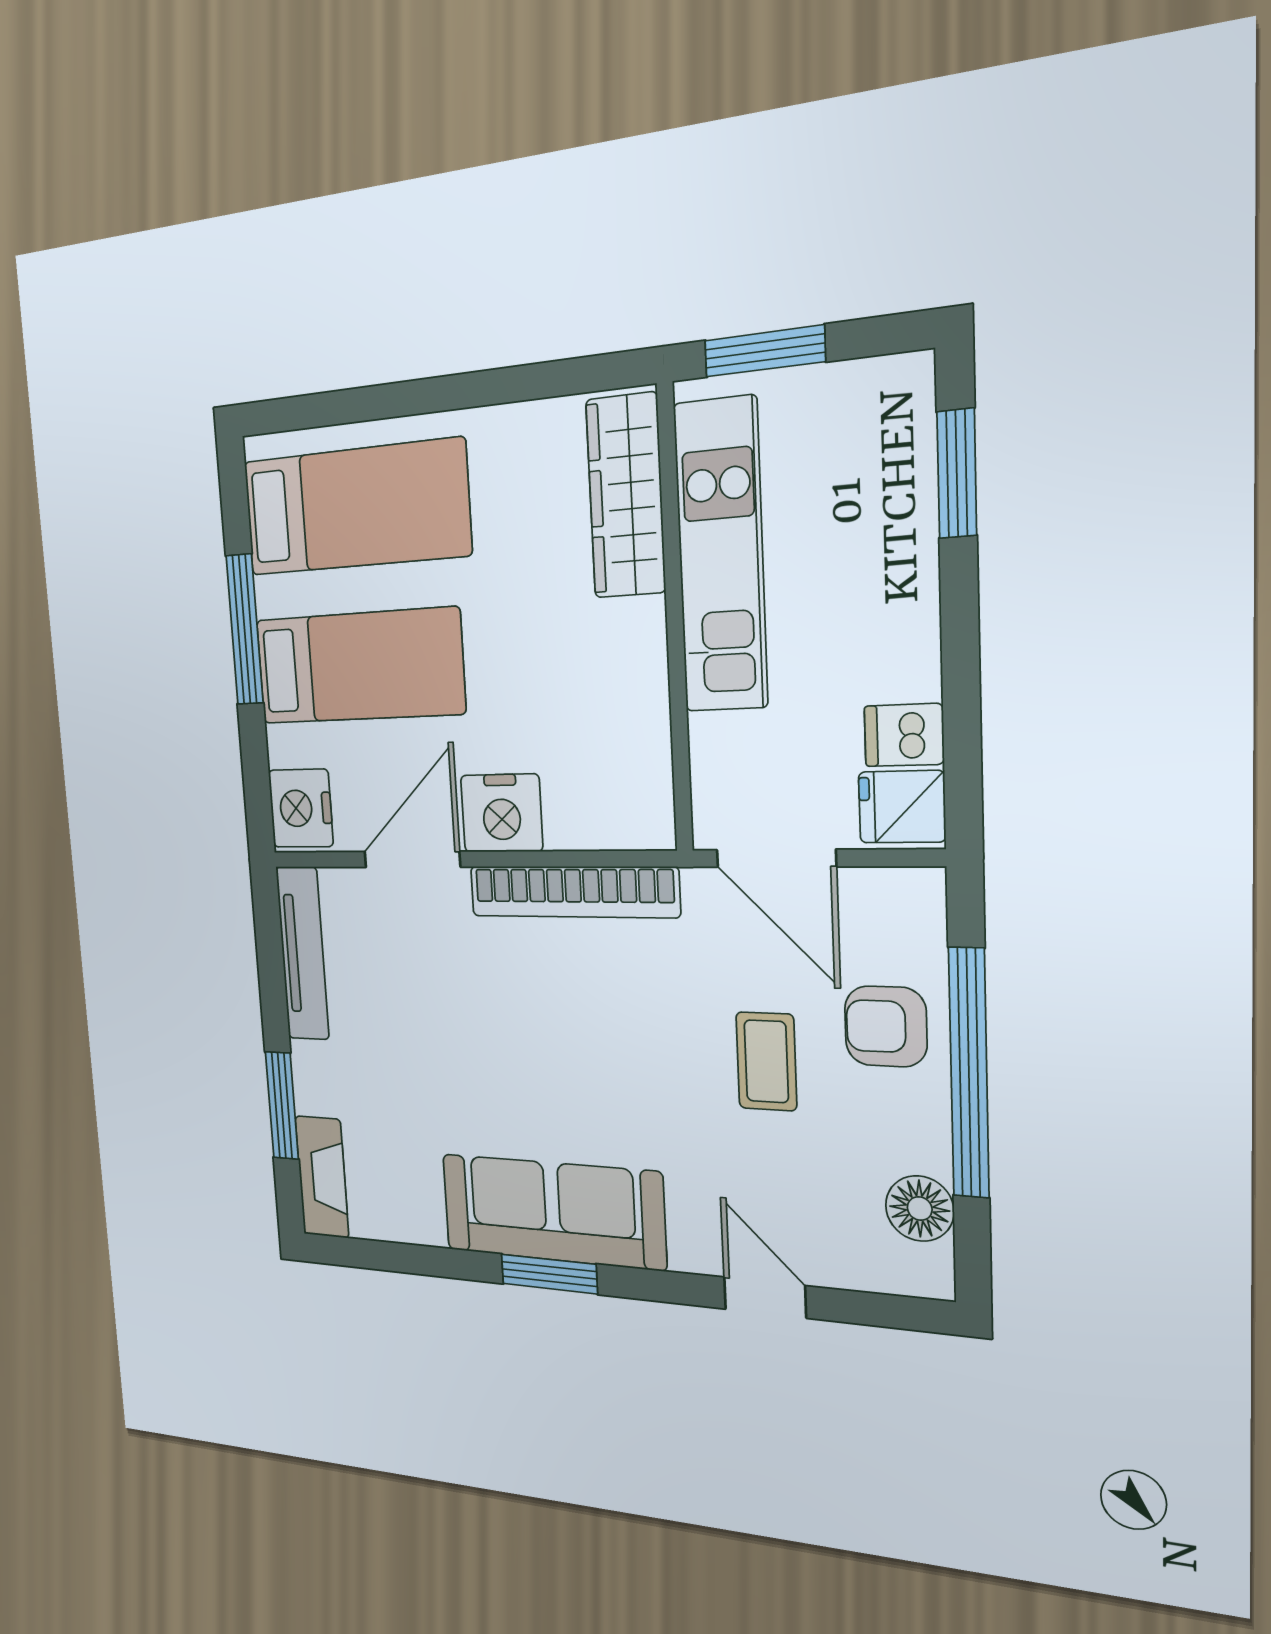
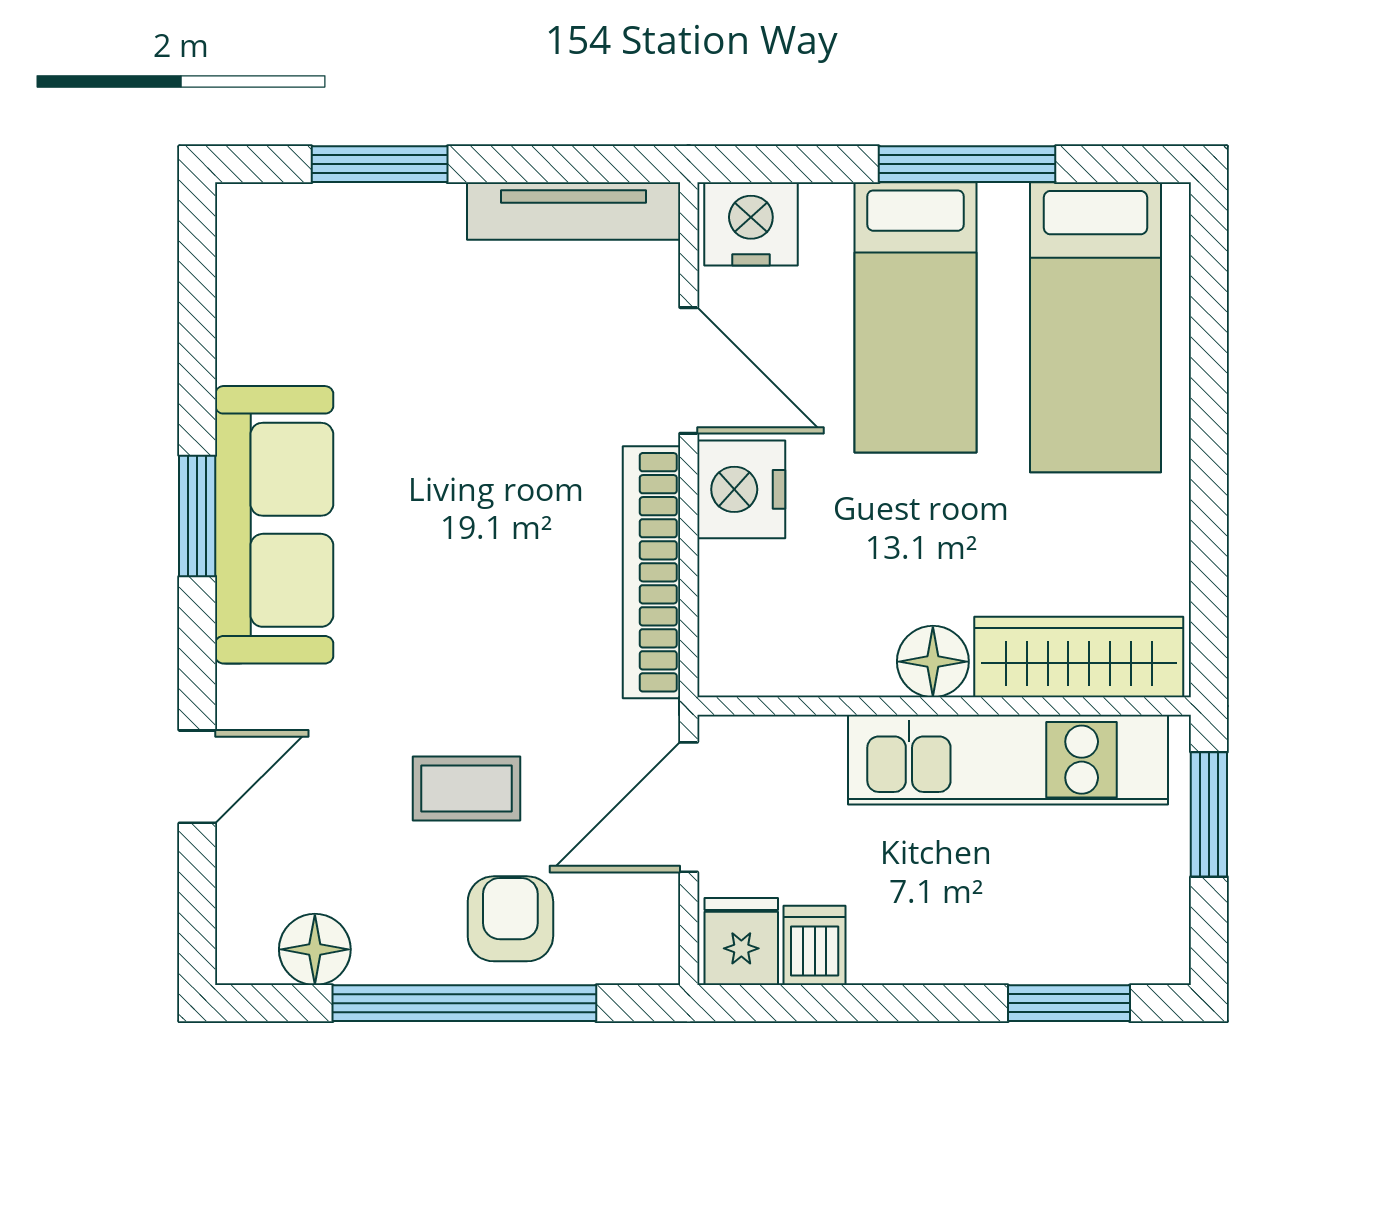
floor lamp: (636, 634) -> (933, 662), added
fireplace: (322, 1177) -> (291, 215), removed

